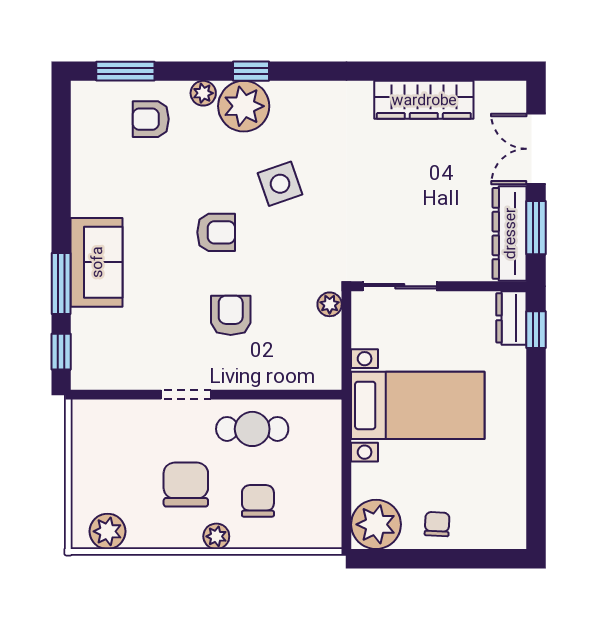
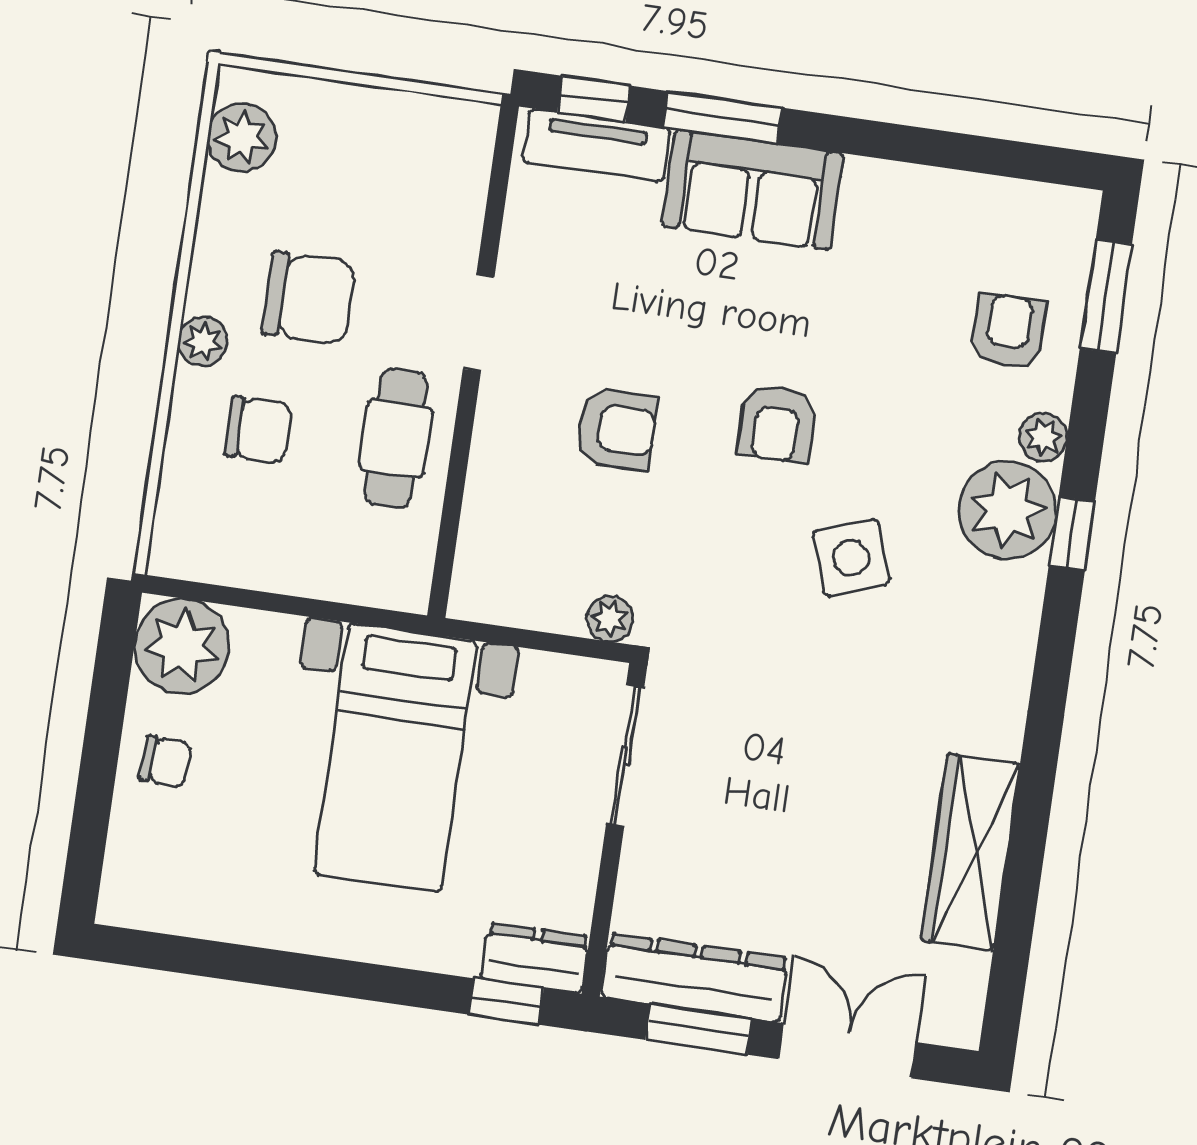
tv unit: (85, 347) -> (596, 145), added

